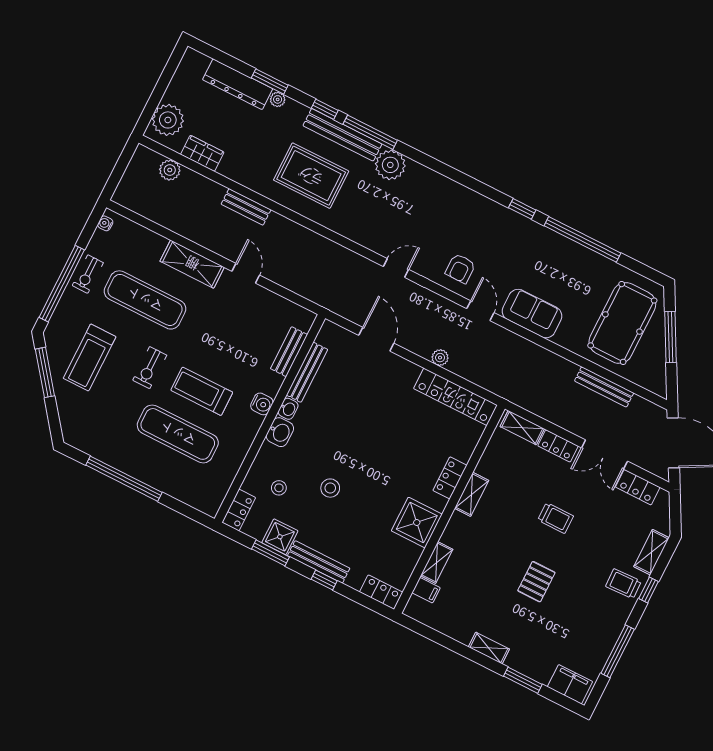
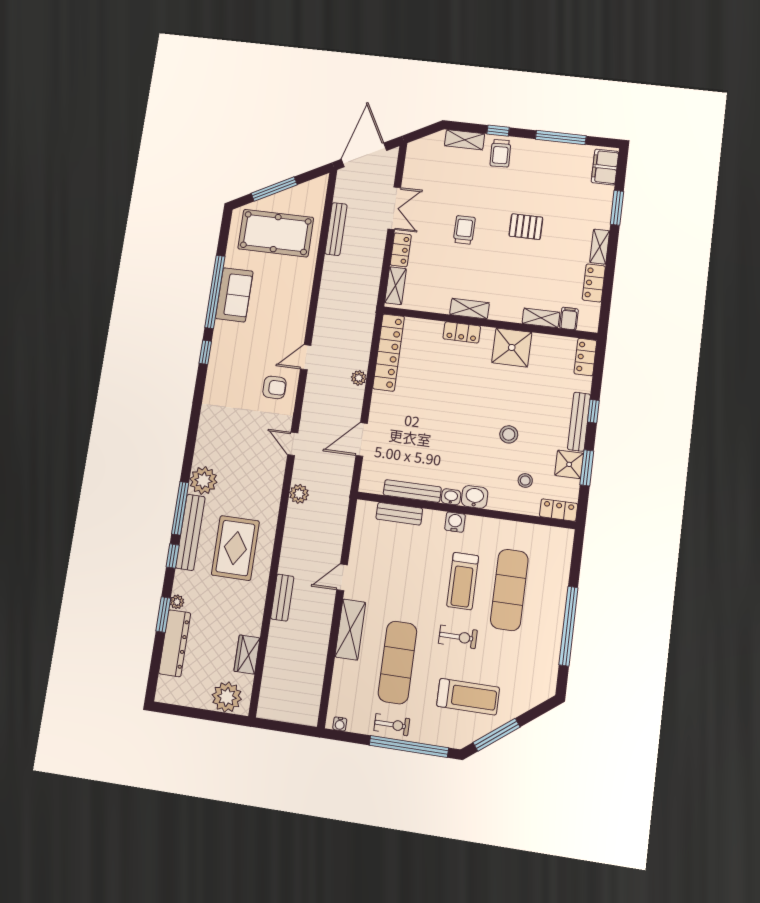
plant: (170, 170) -> (299, 494), moved
sofa: (532, 314) -> (234, 295), moved, turned 180
locker: (638, 487) -> (594, 283), moved, turned 180

